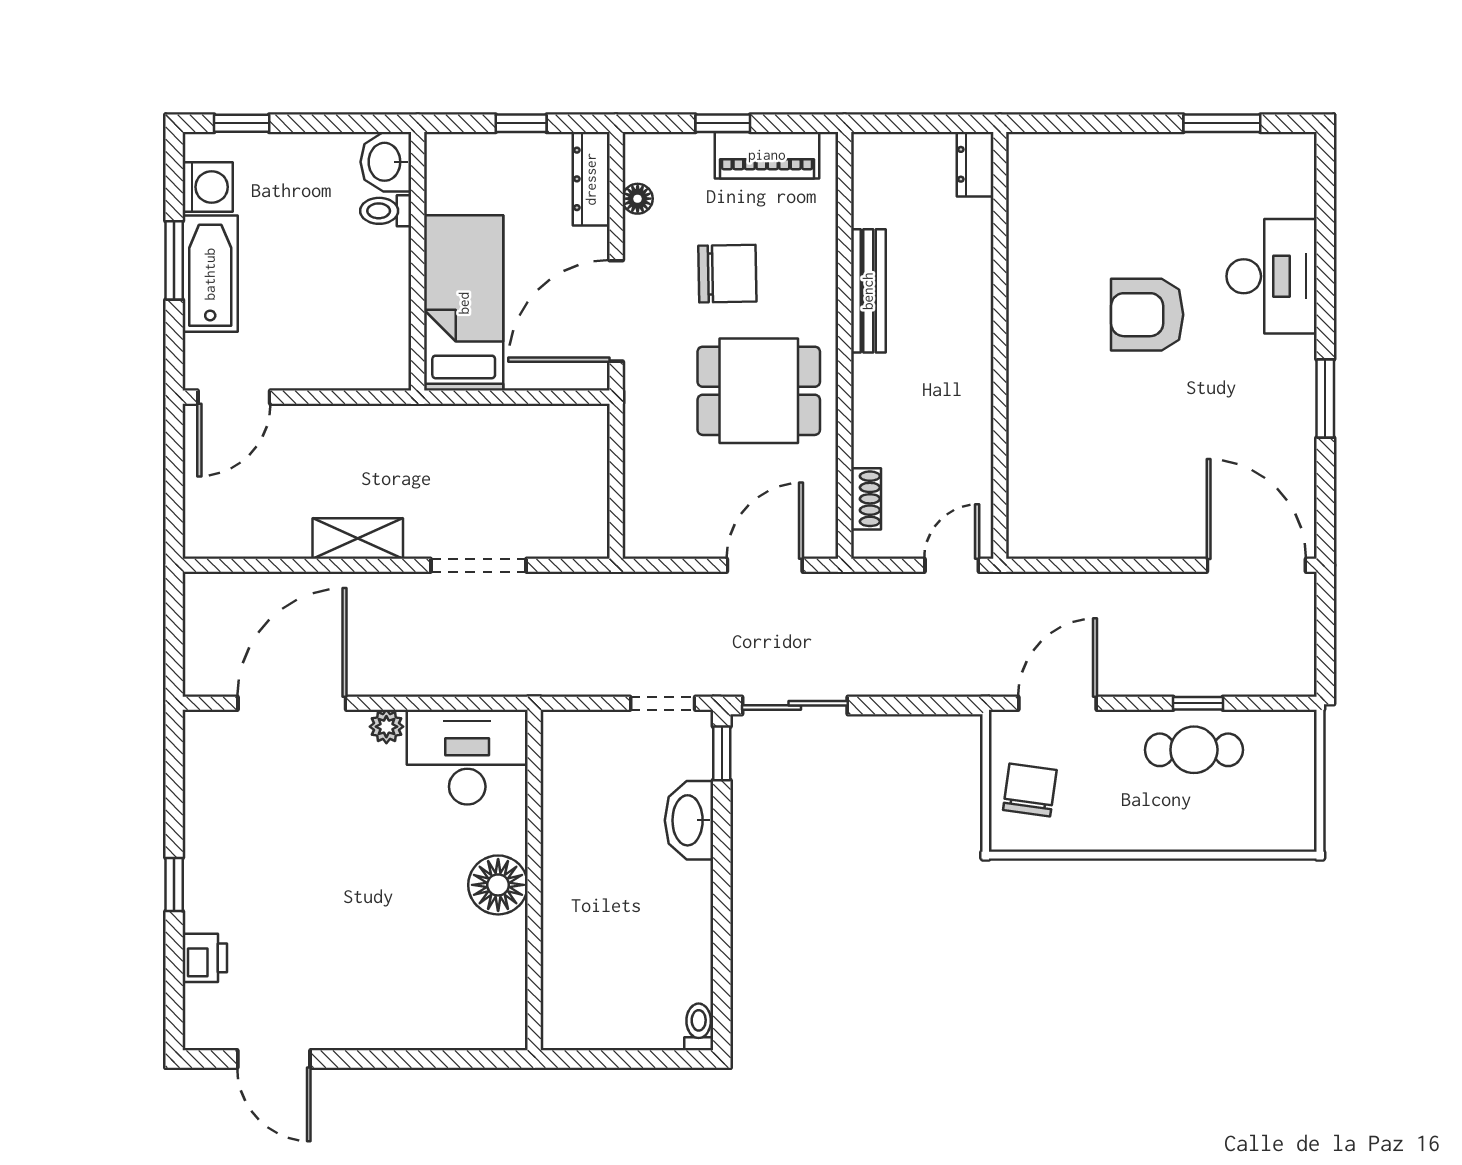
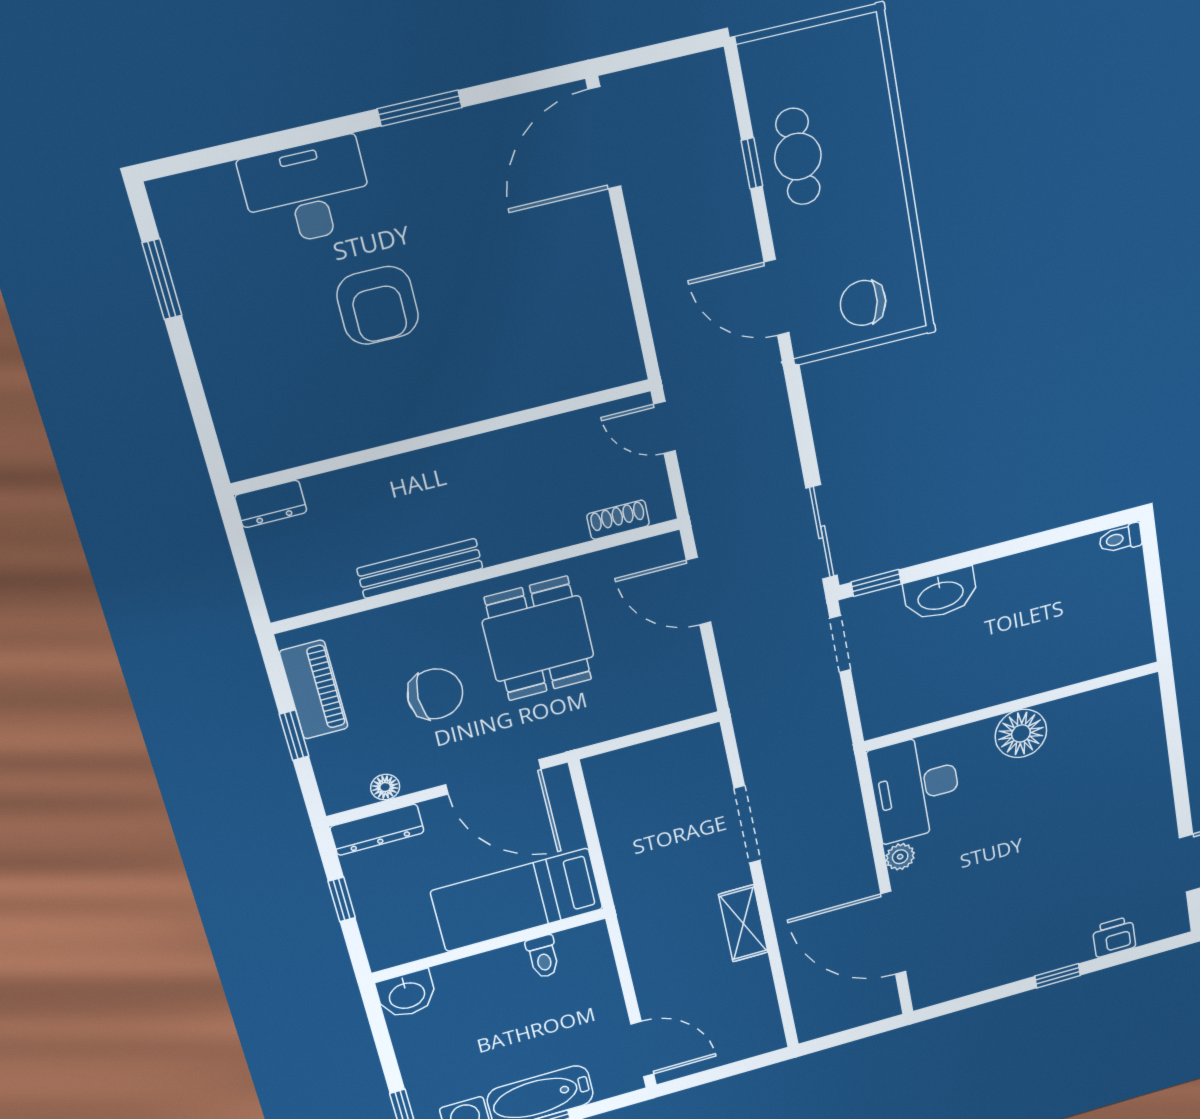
toilet: (386, 211) -> (543, 957), moved
chair: (727, 274) -> (435, 694), turned 91

